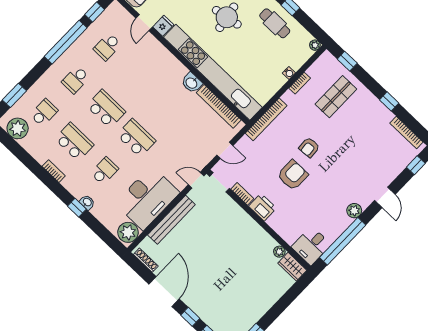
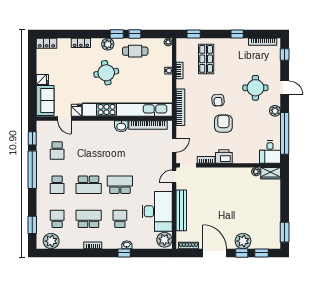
school desk: (106, 109) -> (89, 185), turned 180
round table: (357, 170) -> (255, 88), added
plant: (203, 306) -> (243, 241), added

